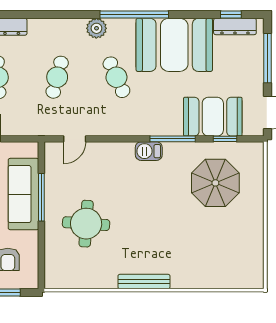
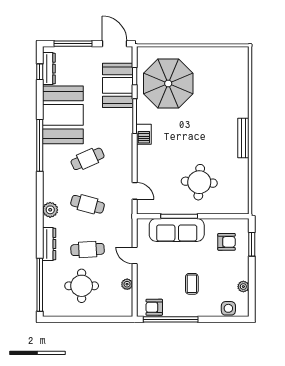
plant: (96, 28) -> (50, 210), moved
parasol: (215, 183) -> (168, 83), width x1.36, depth x1.36

